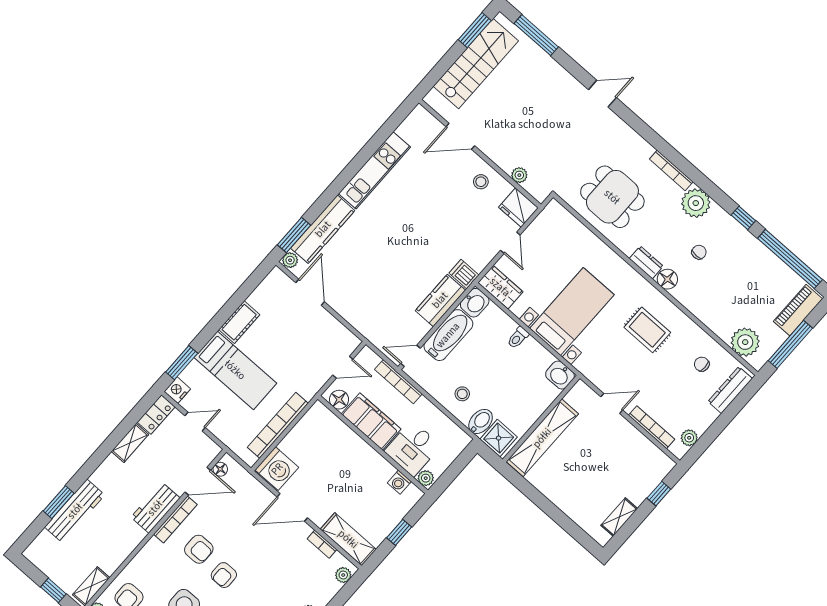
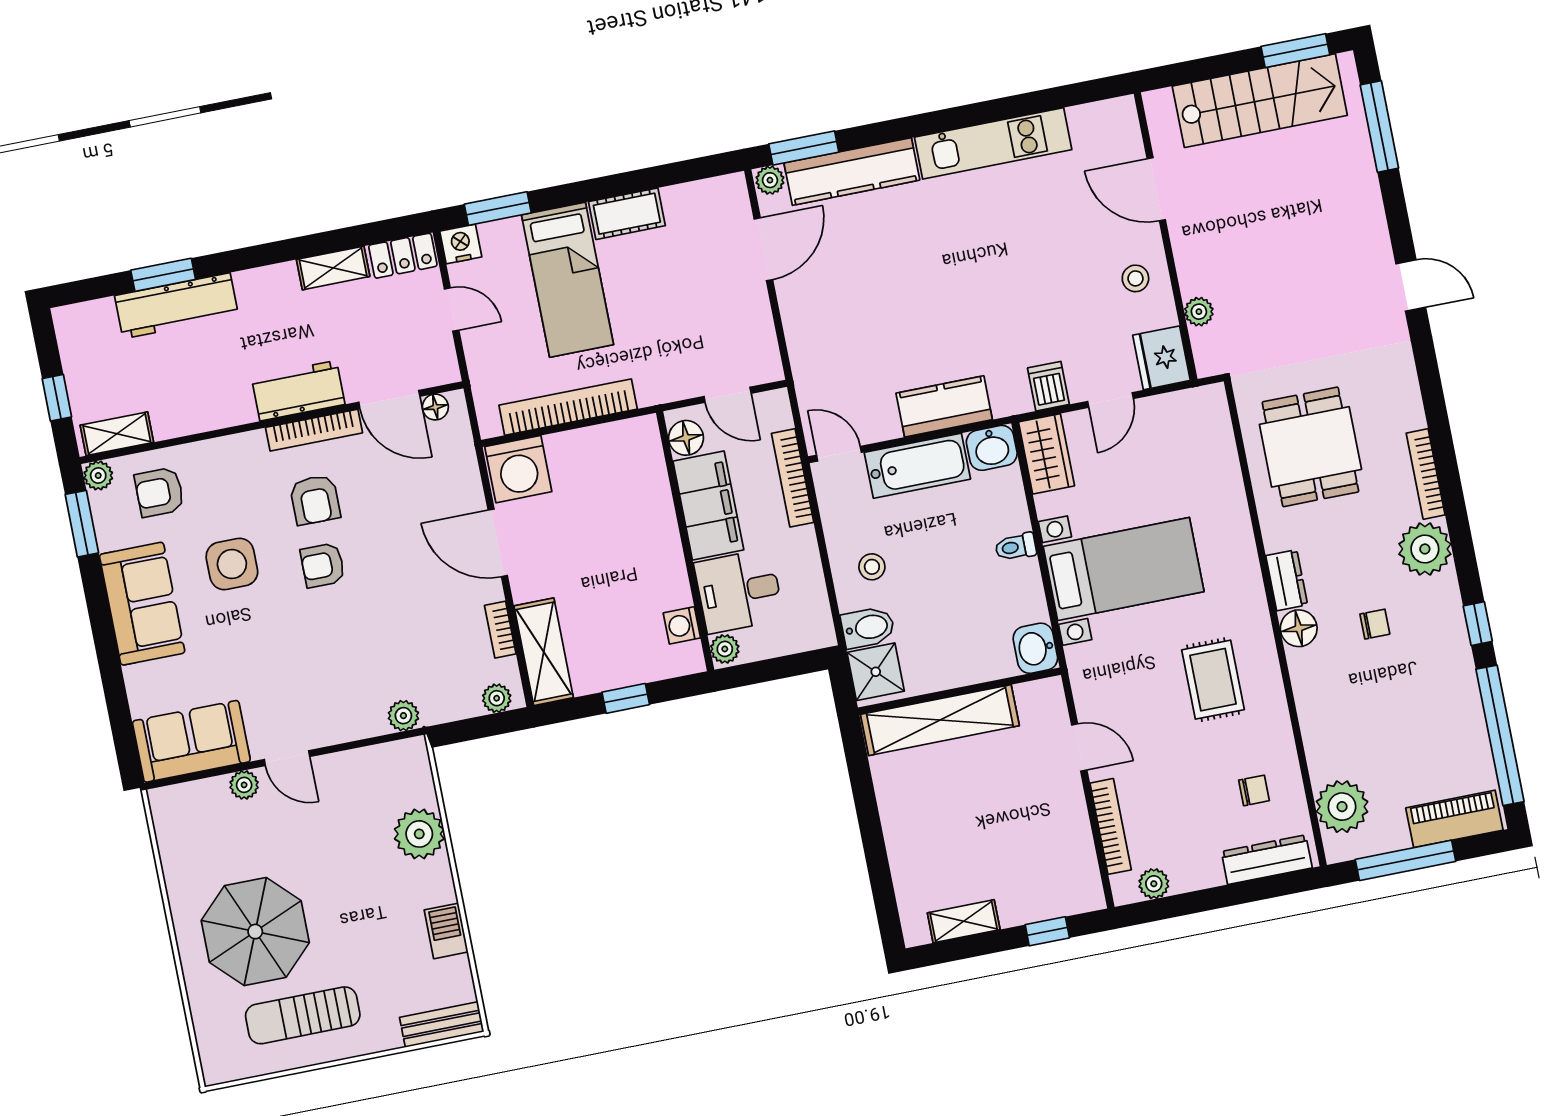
dishwasher: (464, 274) -> (1048, 386), moved
chair: (702, 364) -> (1254, 790), turned 90

